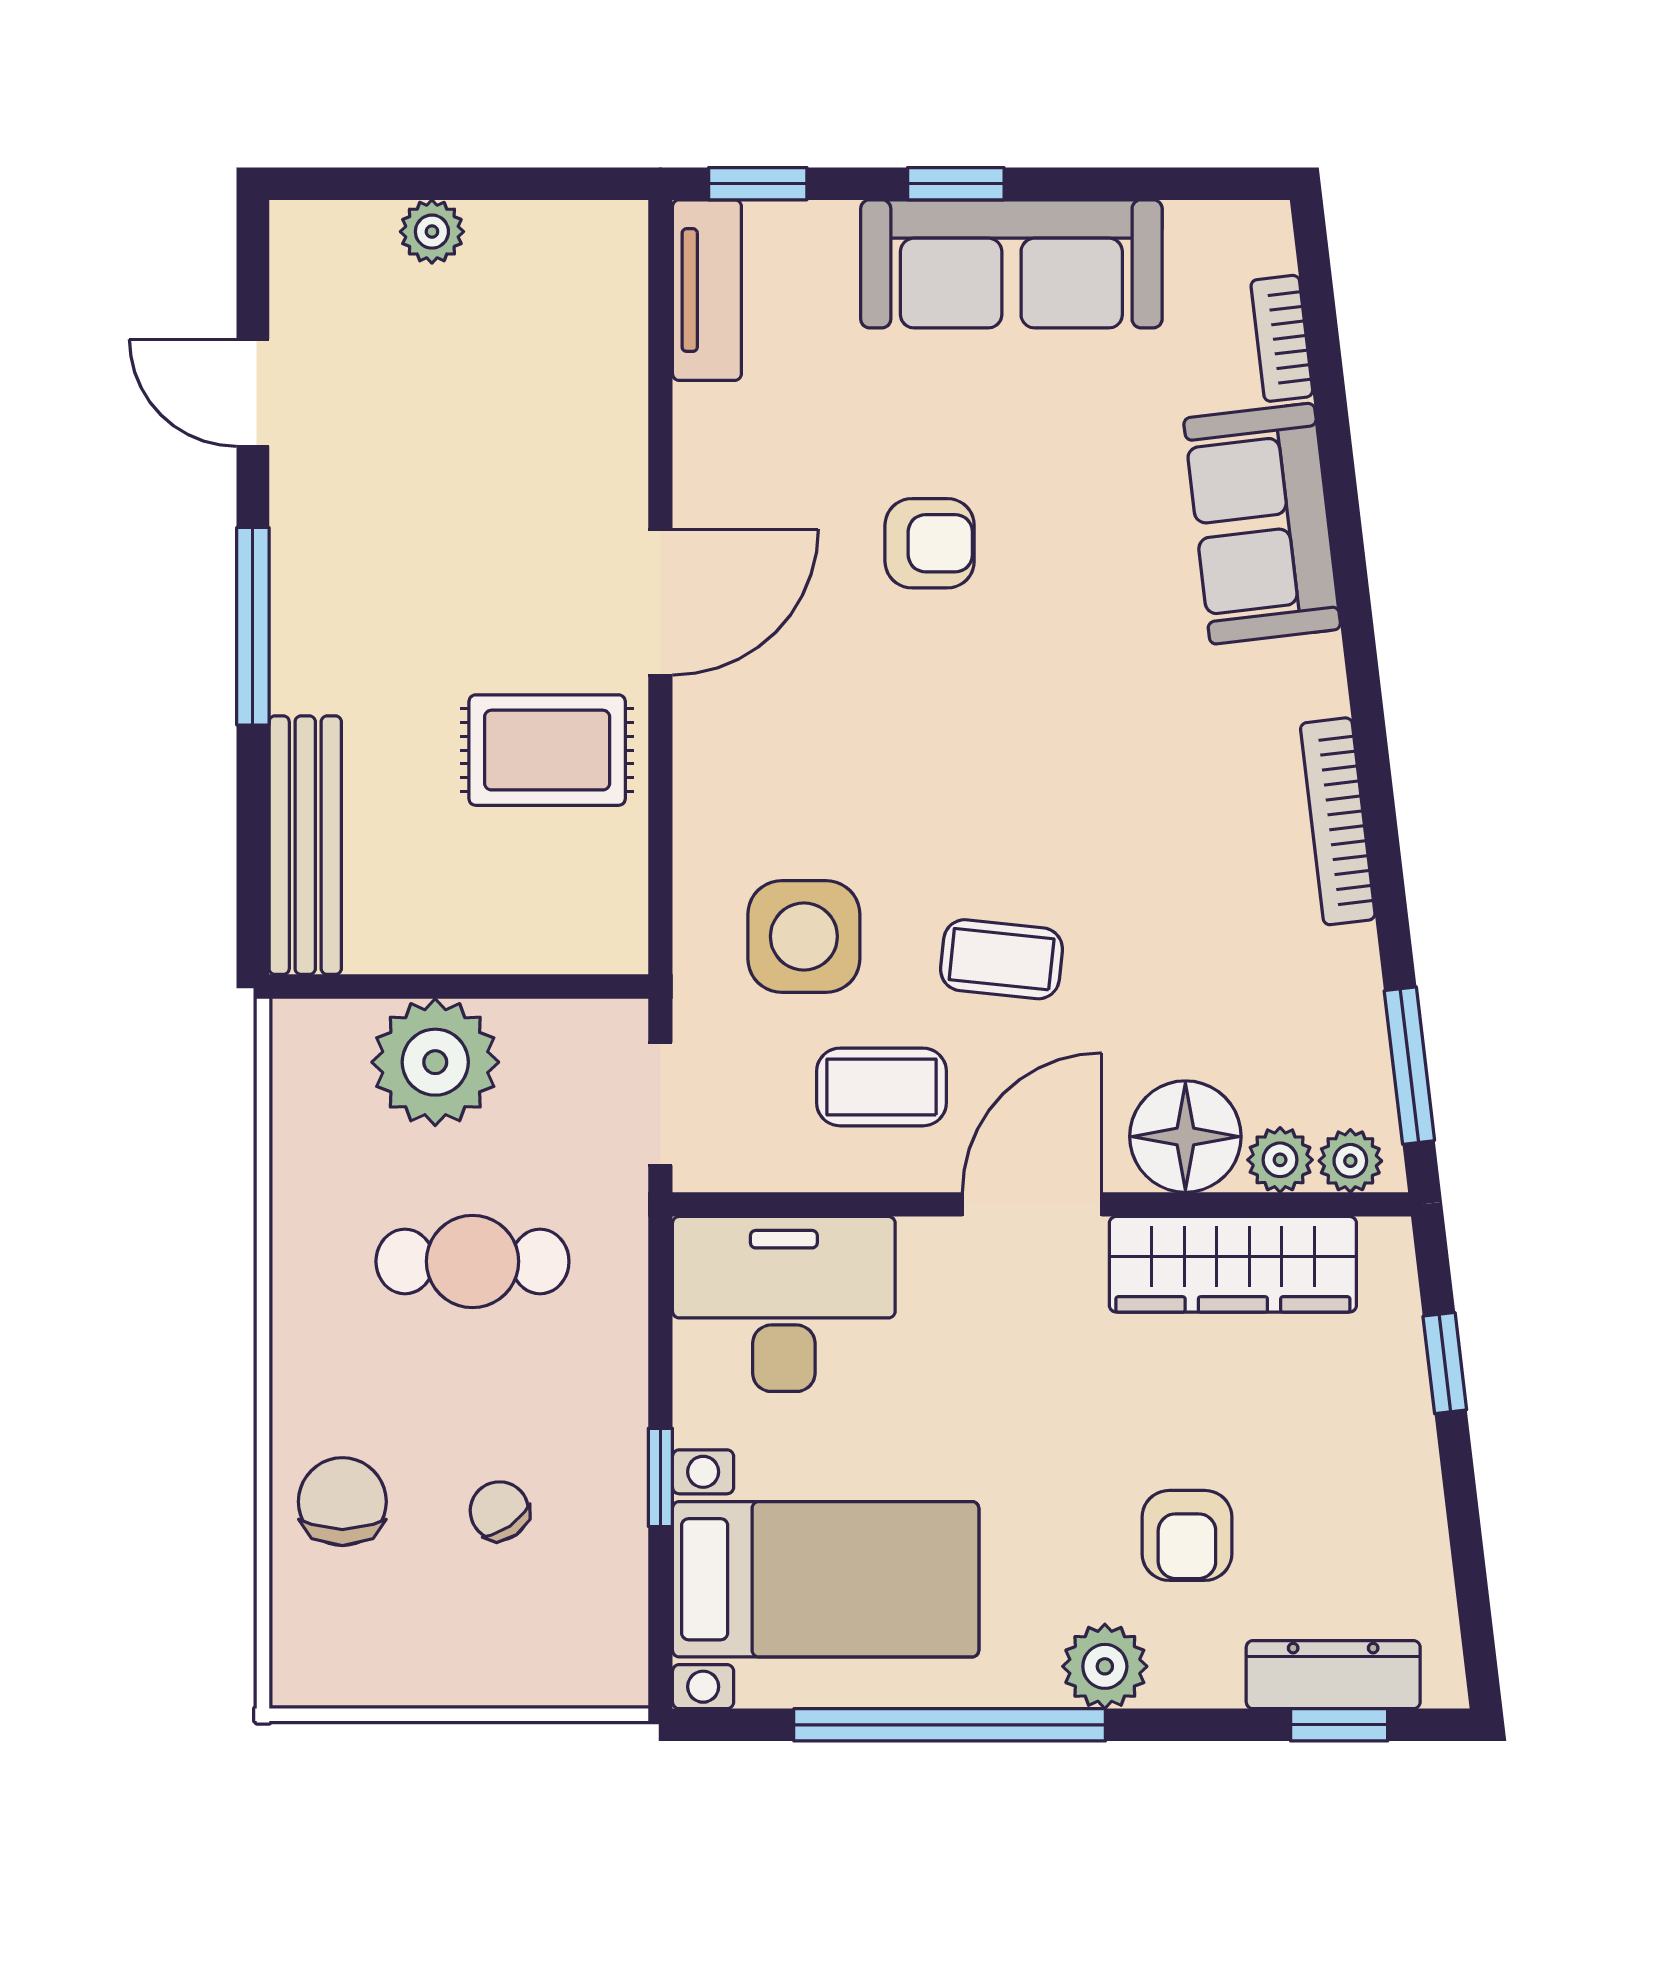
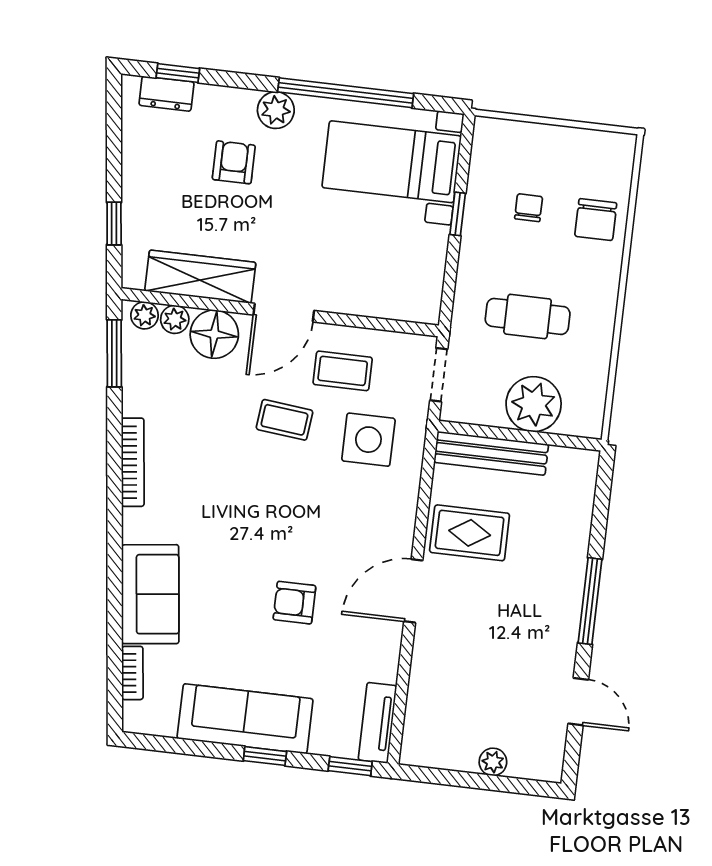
bench: (305, 845) -> (491, 453), moved, turned 90
desk: (784, 1304) -> (396, 282), removed
chair: (499, 1511) -> (529, 208), turned -145
dresser: (1333, 1675) -> (166, 94), width x0.70

